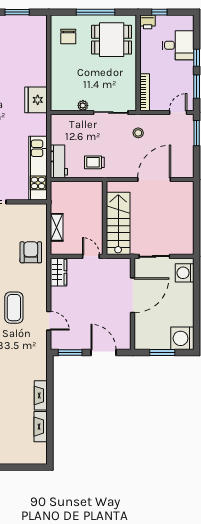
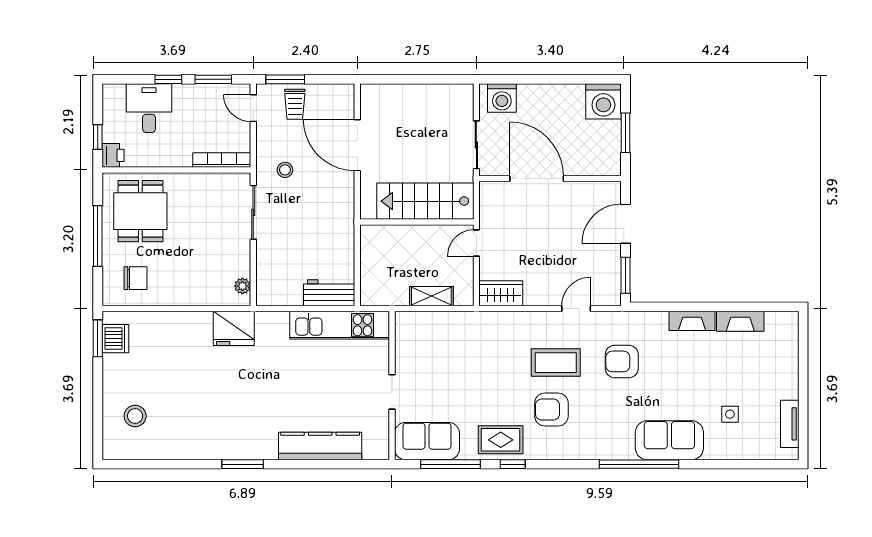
window: (17, 12) -> (98, 338), moved
dishwasher: (29, 24) -> (115, 339), added
plant: (83, 105) -> (242, 286), moved
trolley: (94, 162) -> (295, 104), moved
armchair: (31, 252) -> (622, 361), moved

